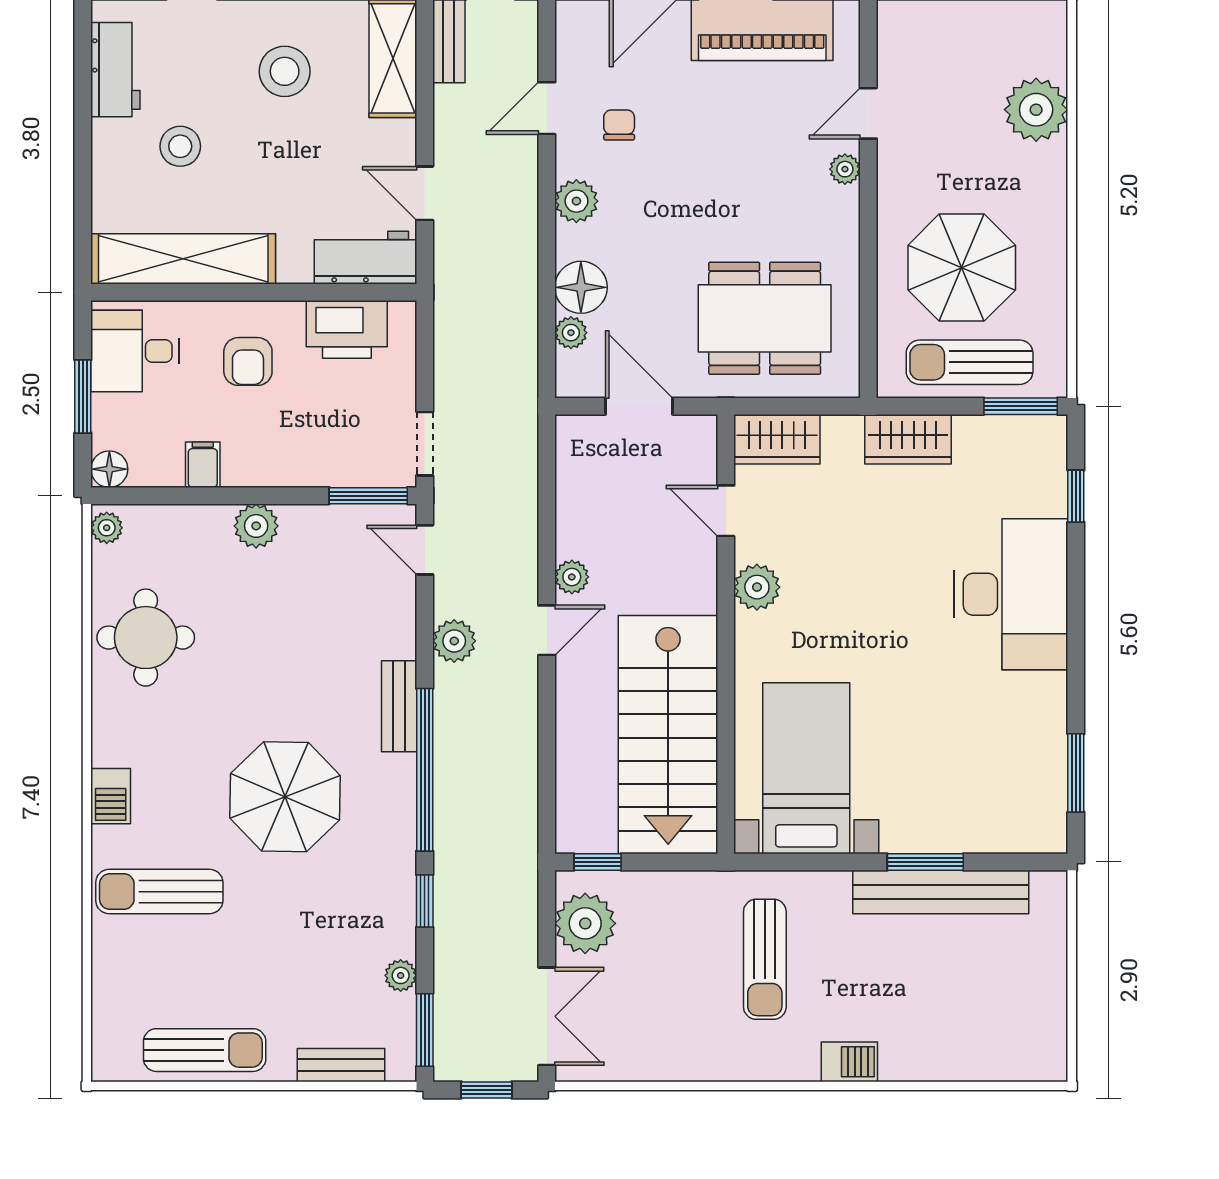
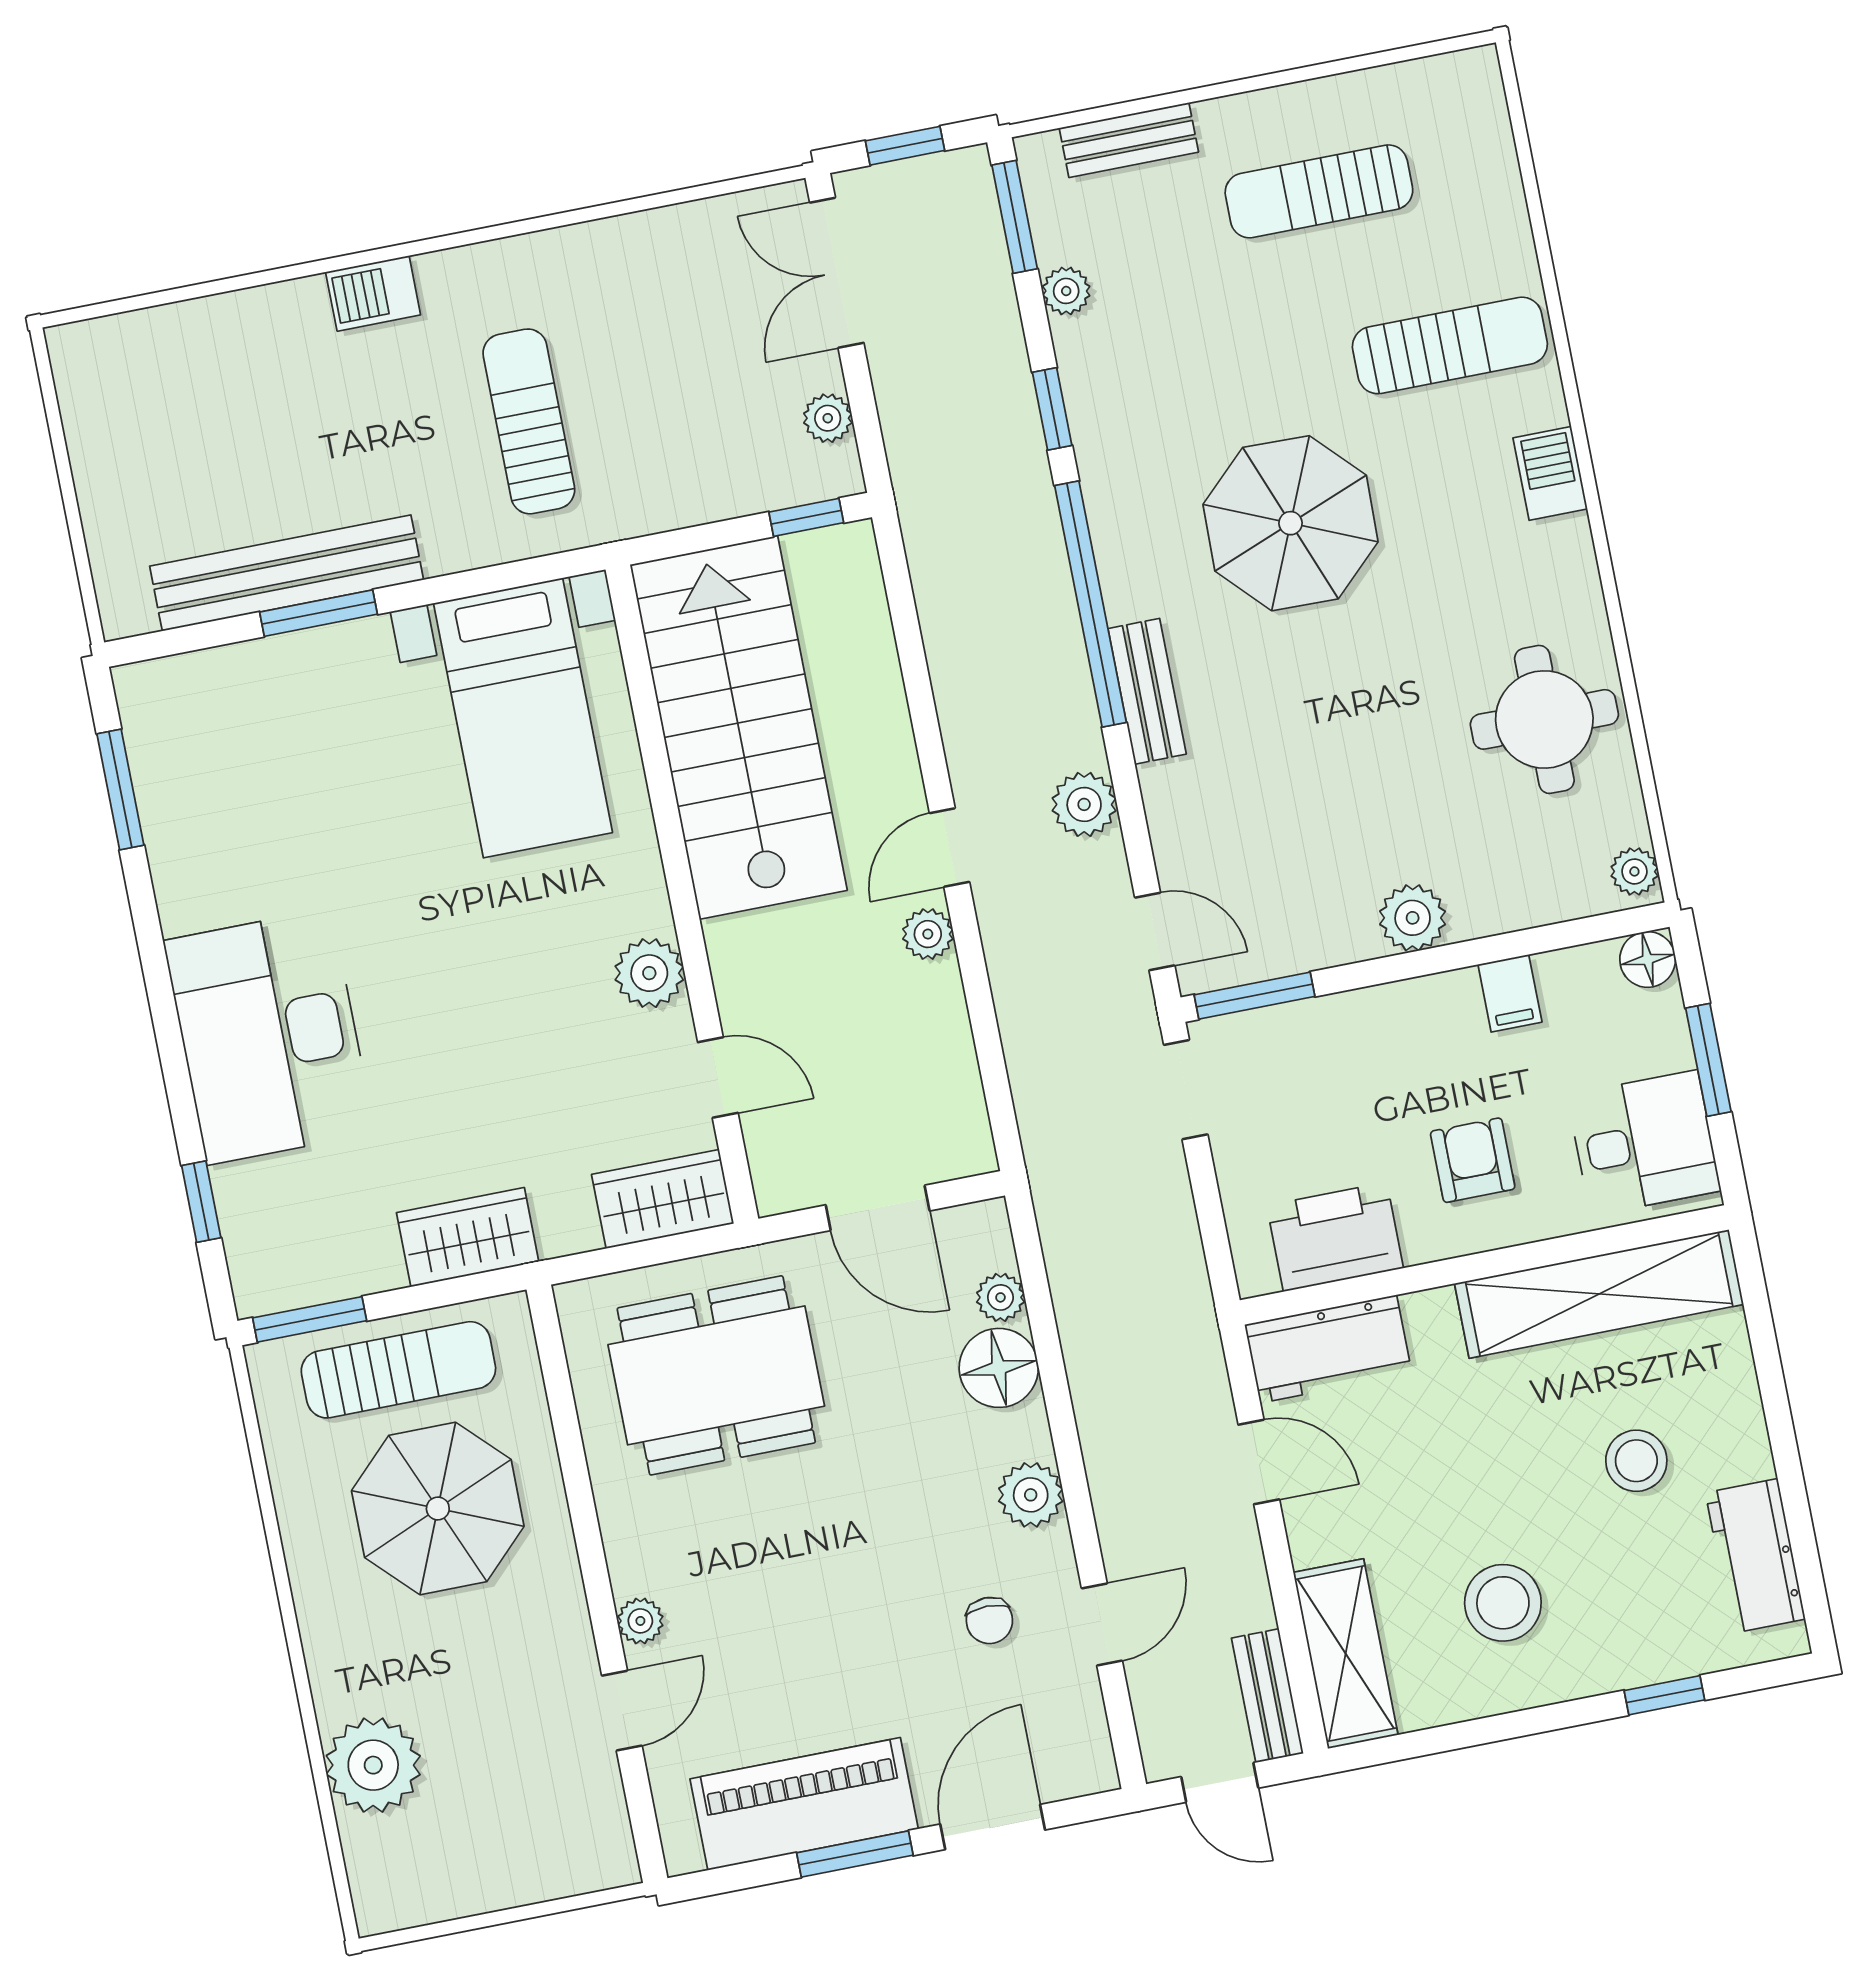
plant: (585, 923) -> (828, 418), width x0.53, depth x0.53
sun lounger: (205, 1050) -> (1319, 191), moved

